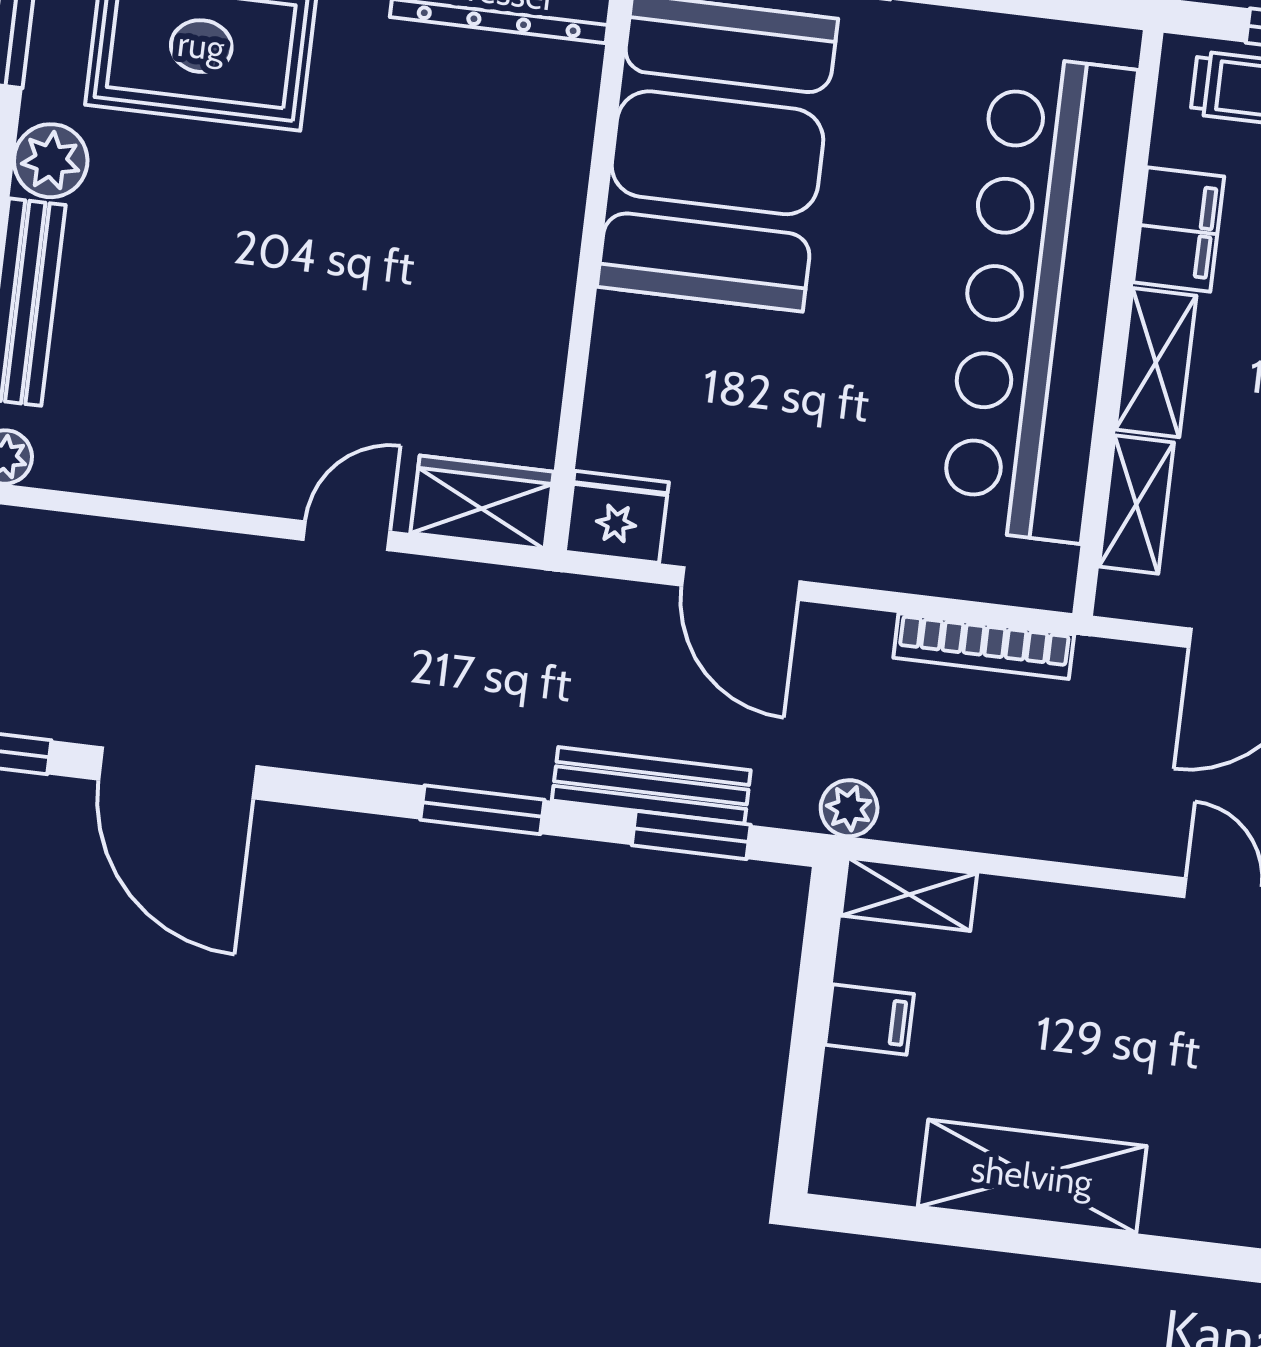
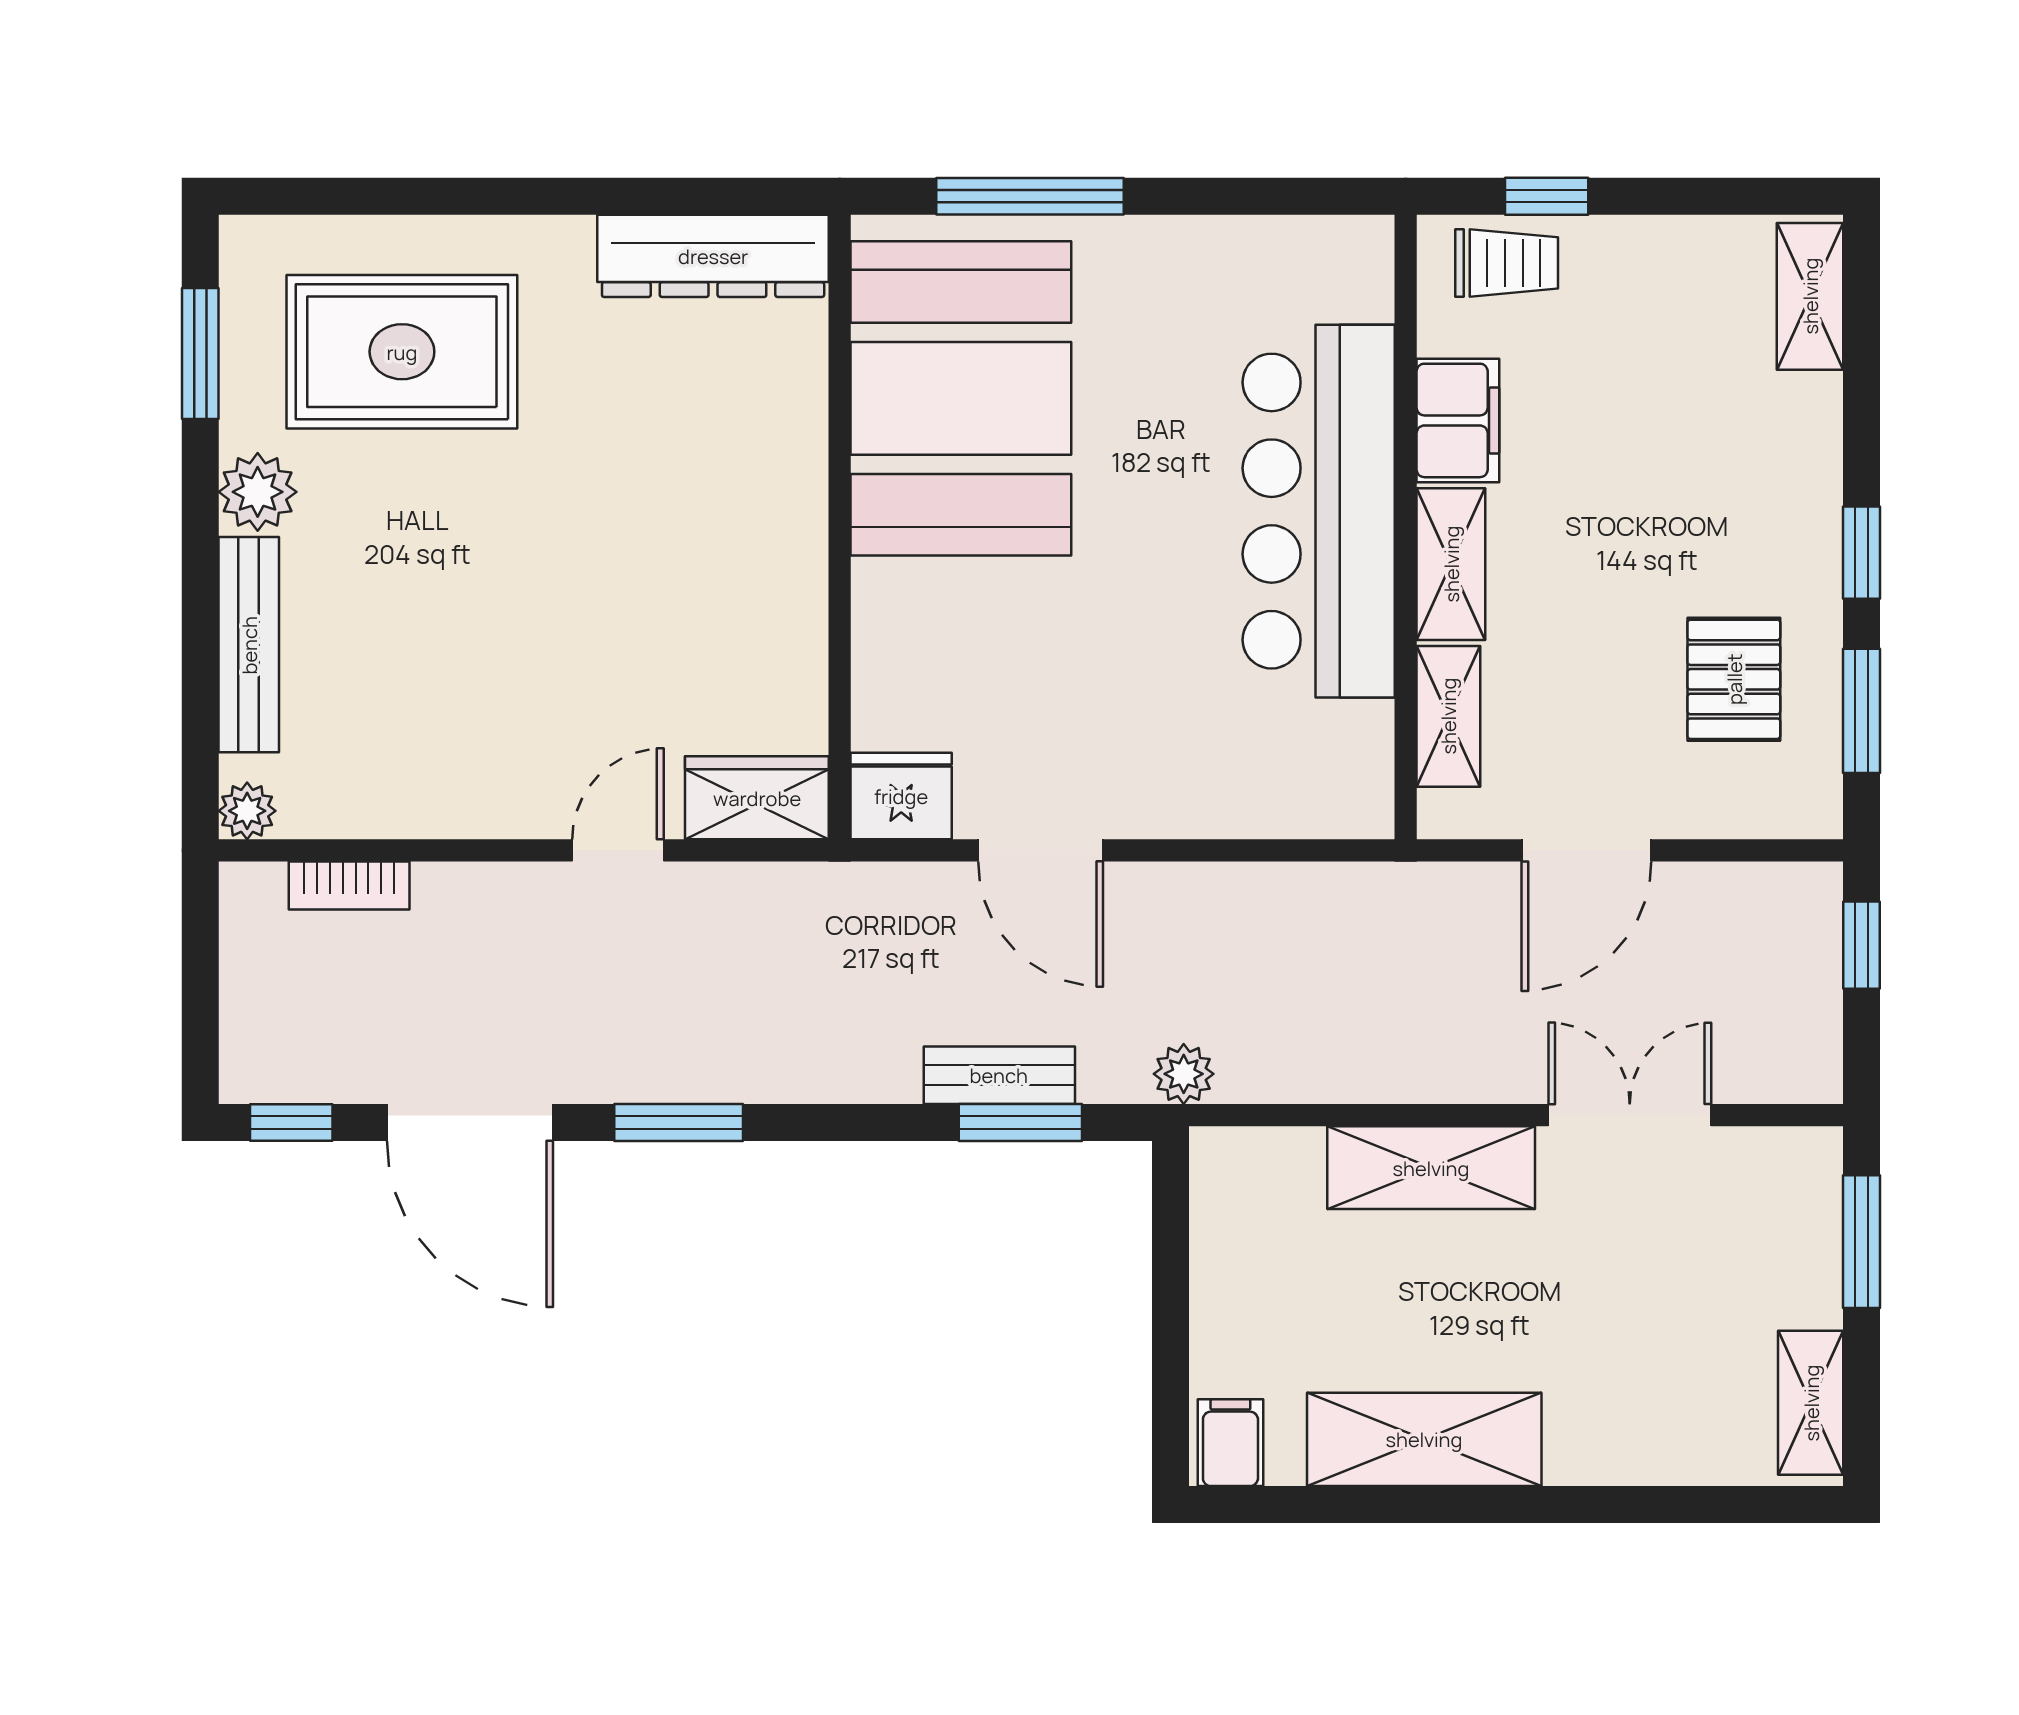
bar counter: (1039, 298) -> (1319, 511), width x0.73
bookcase: (984, 646) -> (349, 886), moved, width x0.64
bench: (651, 785) -> (999, 1075), width x0.73
window: (482, 810) -> (679, 1122), moved
shelving: (909, 894) -> (1431, 1168), moved, width x1.50, depth x1.33
filing cabinet: (870, 1019) -> (1230, 1443), moved, turned -90

